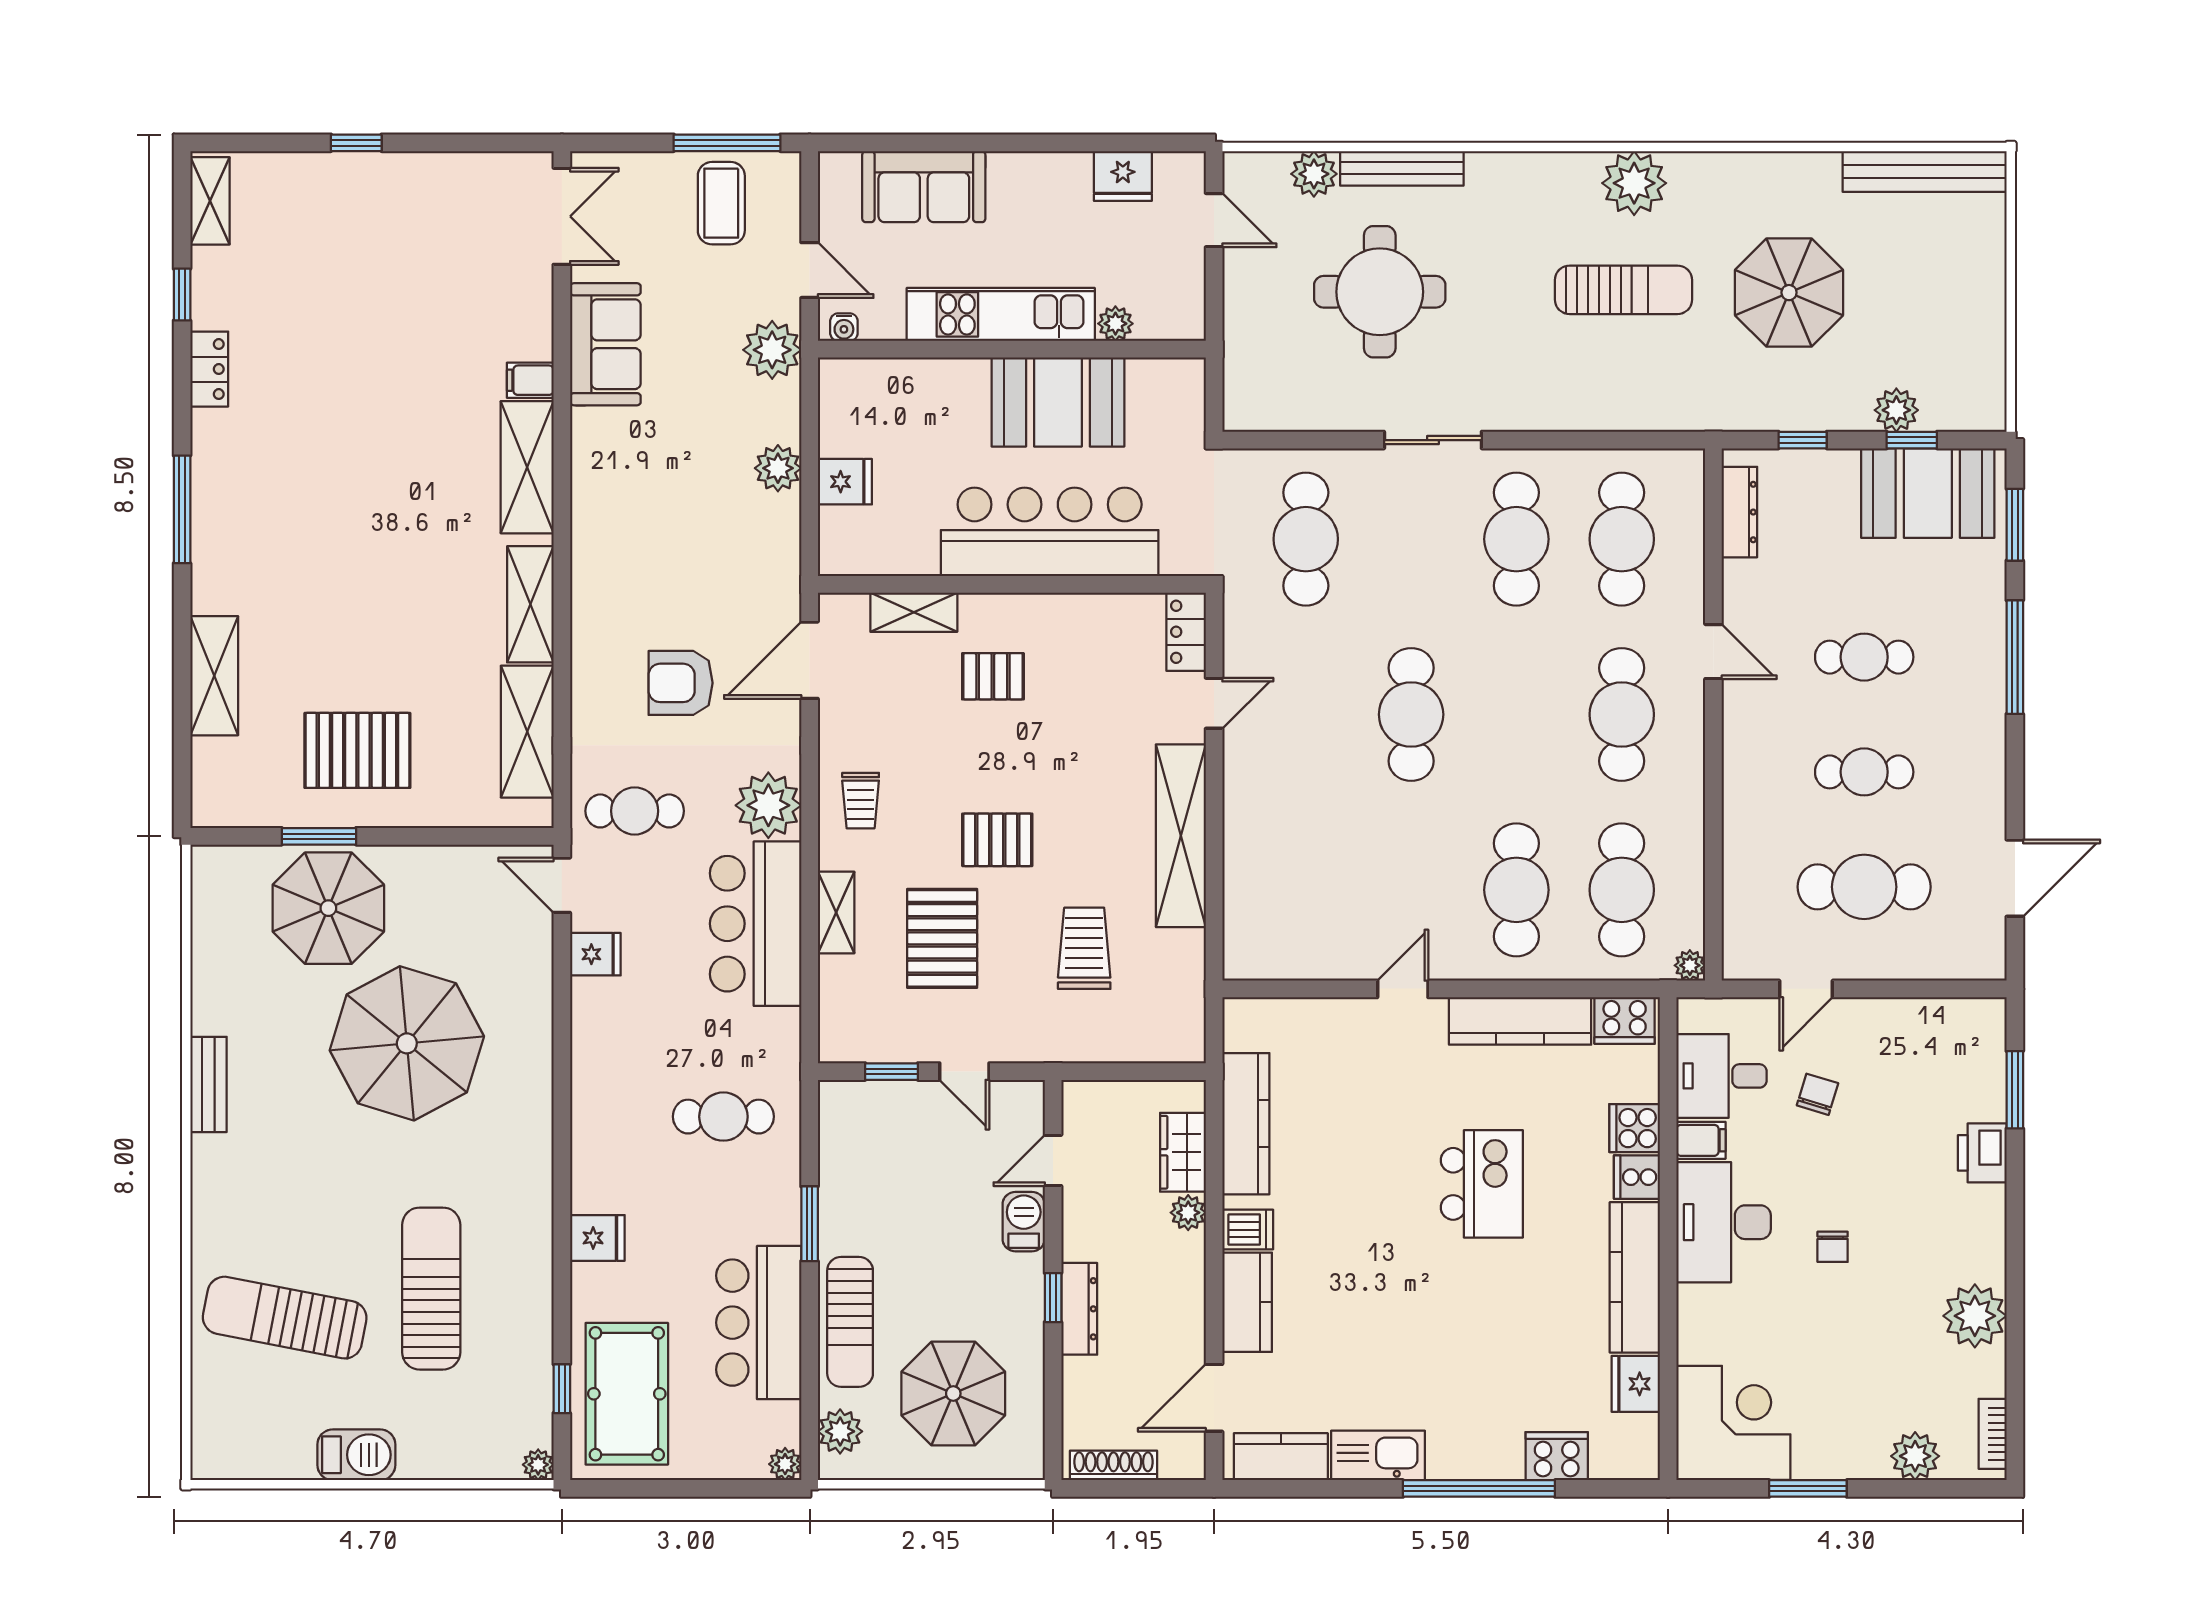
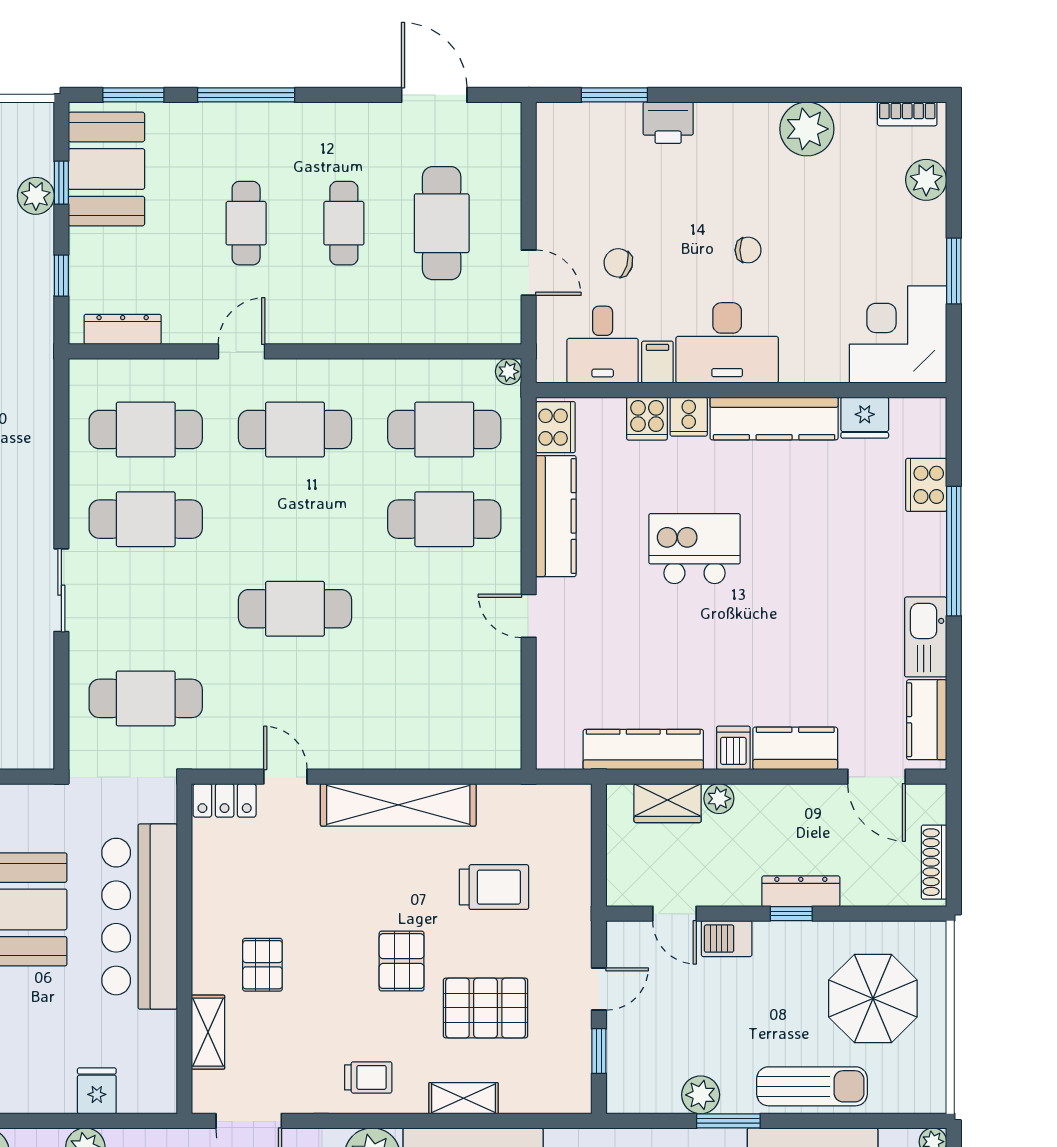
trolley: (1084, 948) -> (494, 887), turned 180
plant: (840, 1431) -> (701, 1095), moved

